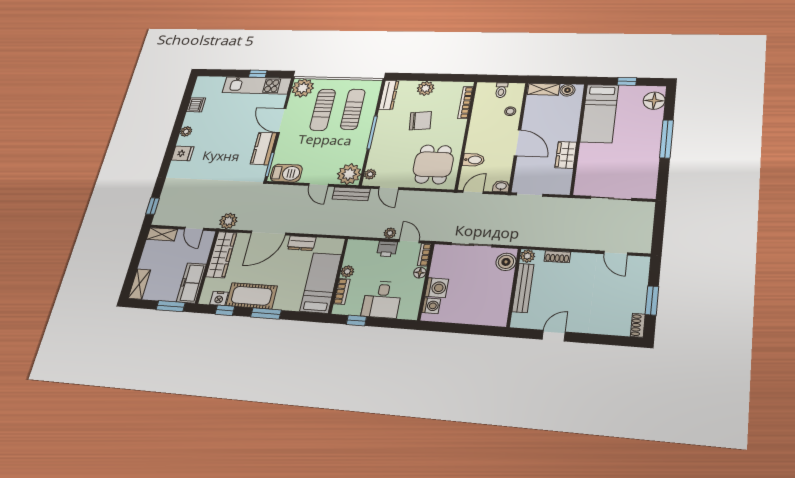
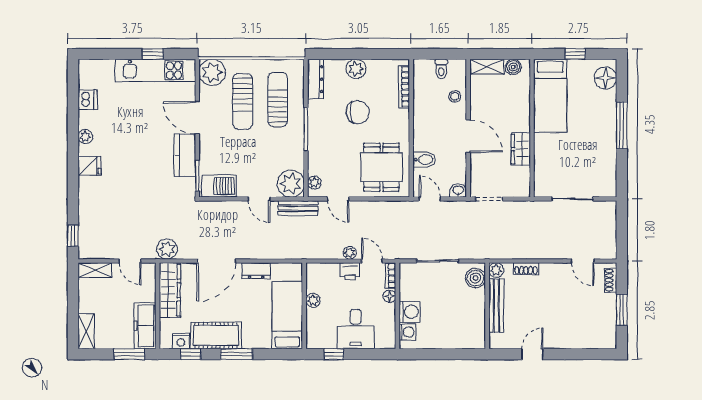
door: (473, 192) -> (430, 199), hinge flipped
bookcase: (342, 291) -> (312, 323), removed
shoe rack: (638, 325) -> (611, 280), moved

